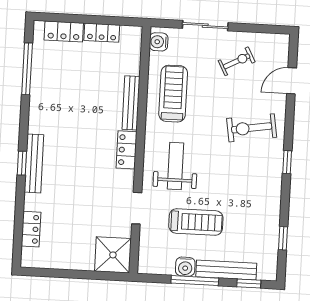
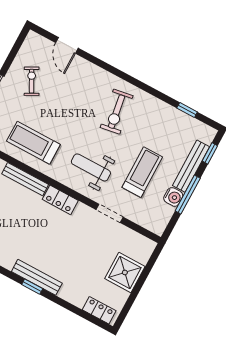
exercise bike: (252, 128) -> (117, 112), moved
window: (287, 162) -> (129, 79), removed
locker: (31, 229) -> (99, 310), moved
shower: (113, 255) -> (125, 272), moved

